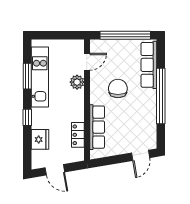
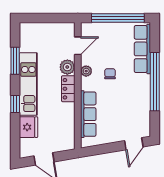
kitchen unit: (40, 77) -> (28, 84), moved
plant: (95, 86) -> (86, 71), added
chair: (118, 88) -> (110, 74), width x0.54, depth x0.54
locker: (78, 135) -> (68, 89), moved

